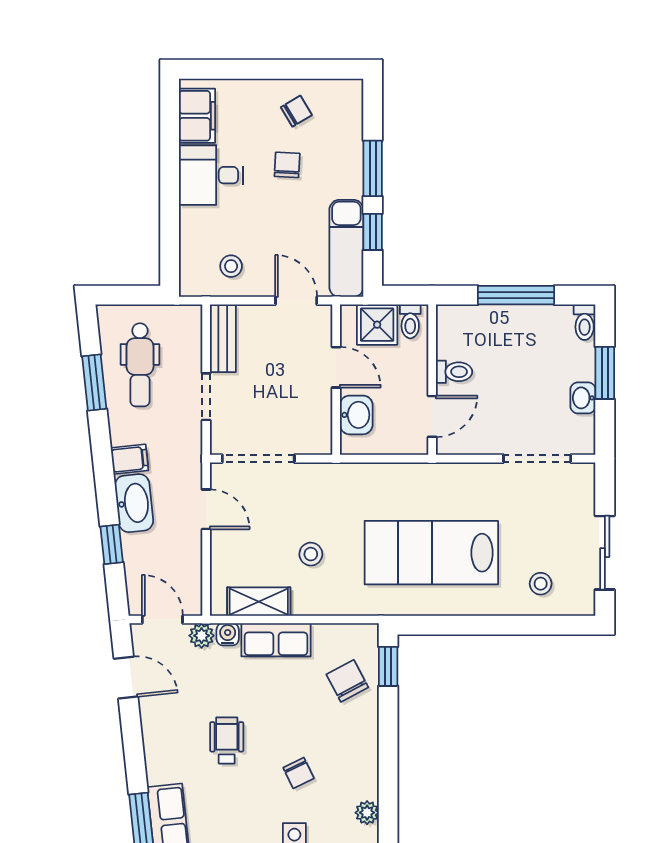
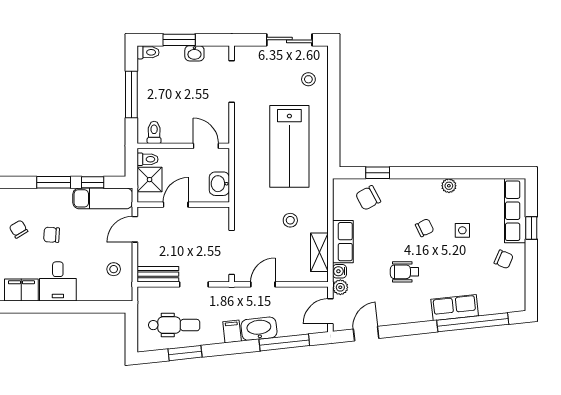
toilet: (454, 372) -> (154, 132), moved
washbasin: (356, 415) -> (219, 184), moved, turned -90
window: (112, 544) -> (284, 342), width x2.17
window: (388, 666) -> (378, 173), moved

